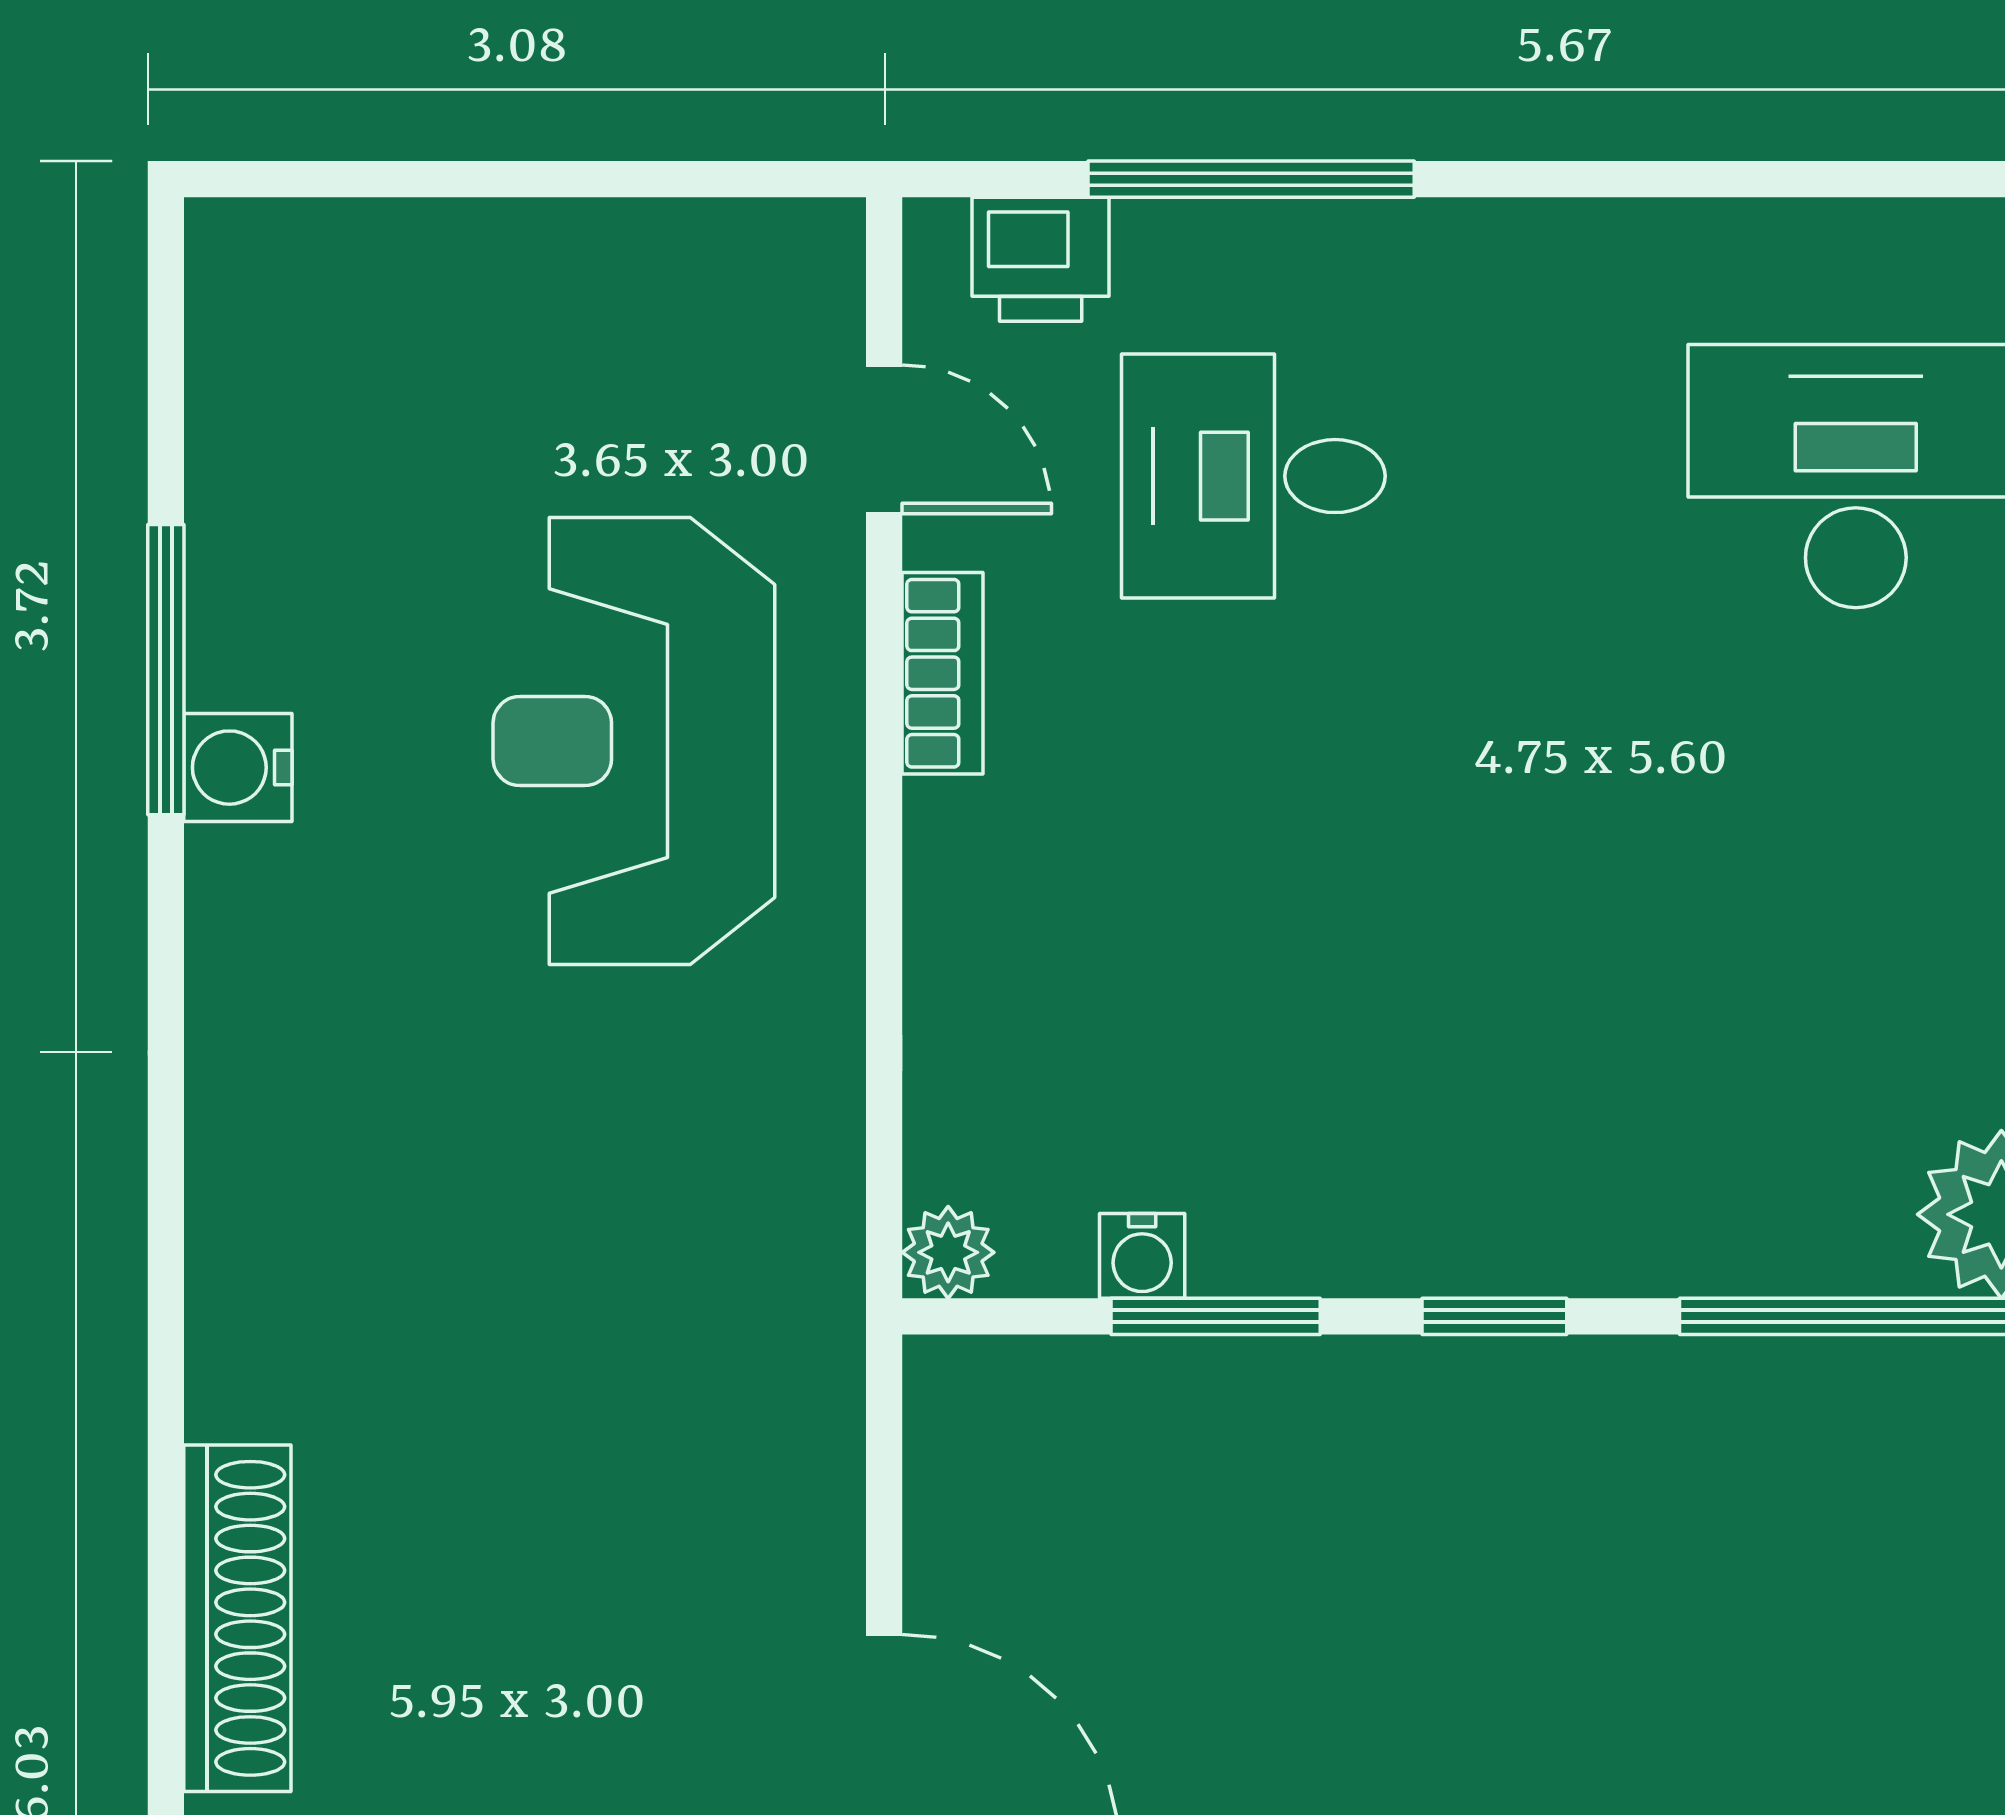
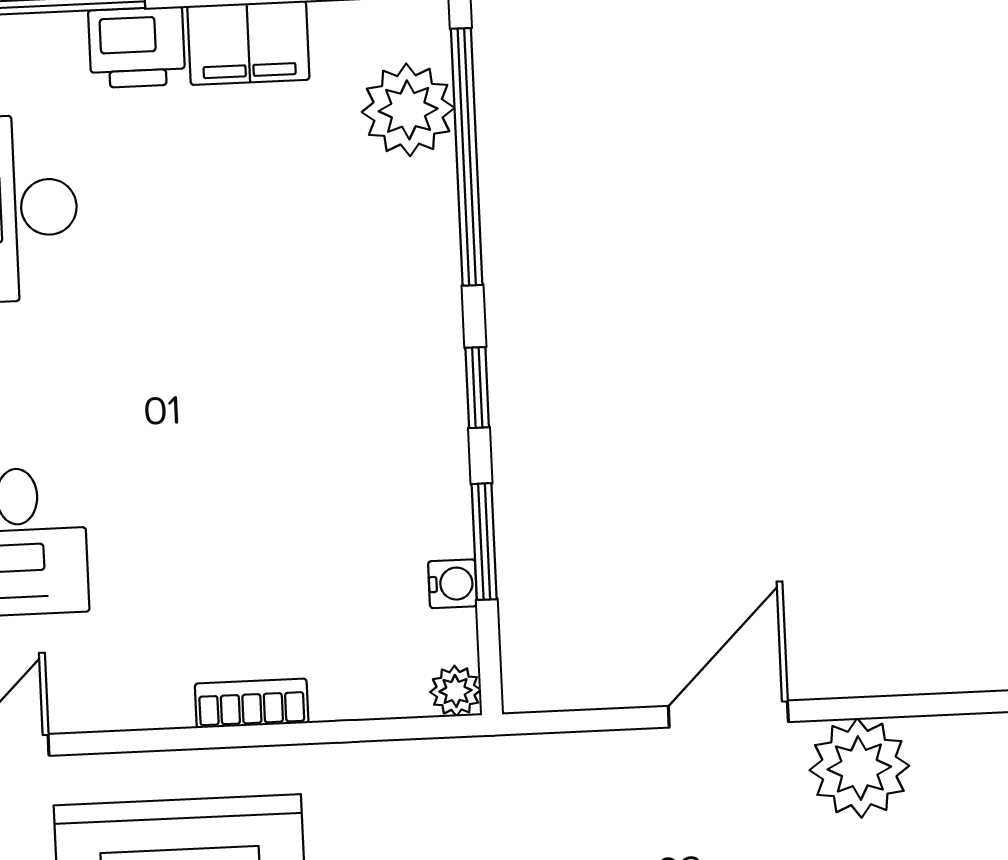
bookcase: (943, 673) -> (252, 703), moved

